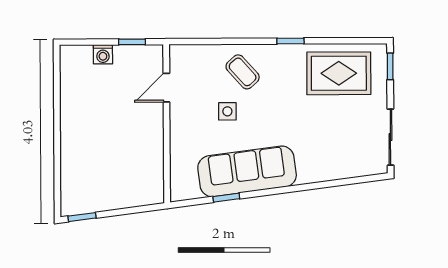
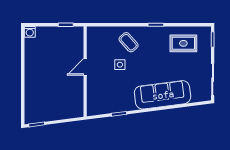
washing machine: (103, 54) -> (30, 32), moved
rug: (339, 73) -> (183, 43), width x0.73, depth x0.70
door: (166, 88) -> (85, 67), moved
sofa: (247, 171) -> (163, 95), moved

